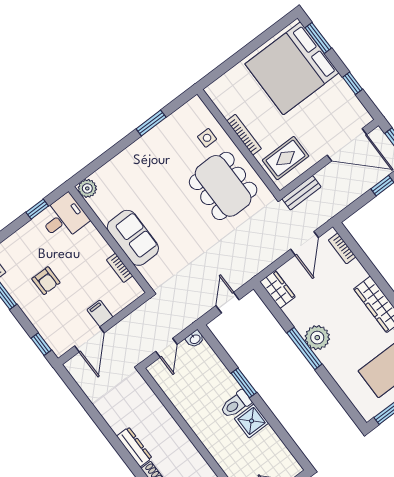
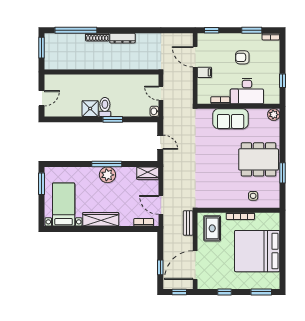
bed: (292, 68) -> (257, 251), moved, turned -90
dining table: (223, 186) -> (259, 159), moved
desk: (64, 218) -> (247, 91), moved, width x1.37

